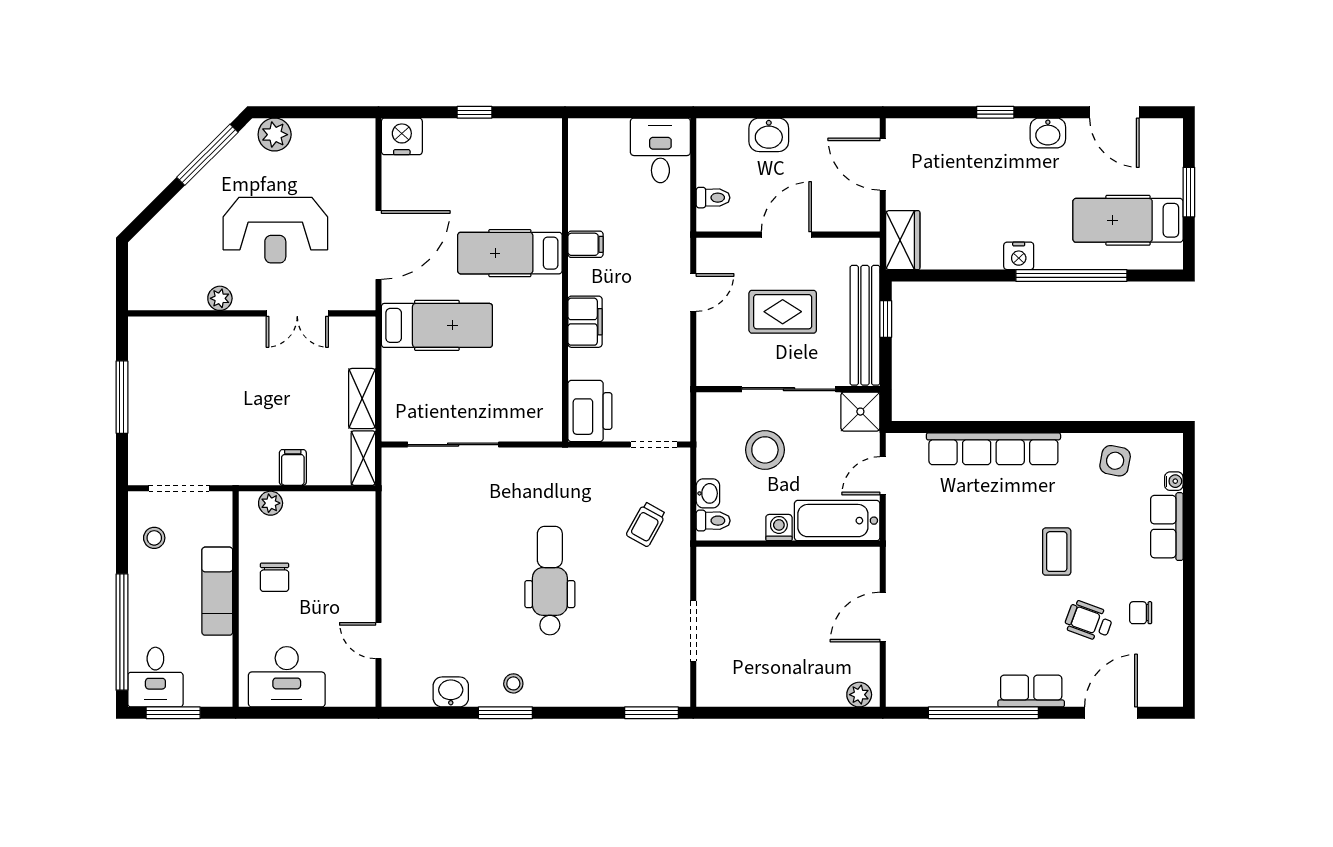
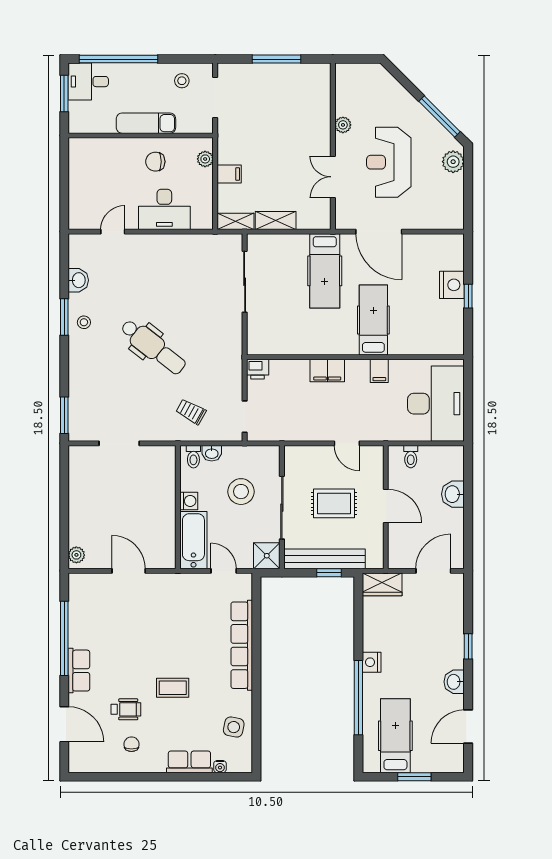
nightstand: (402, 136) -> (452, 285), moved
desk: (660, 150) -> (436, 404), width x1.87, depth x1.30
rug: (783, 312) -> (334, 503), turned 90
printer: (590, 411) -> (258, 369), width x0.53, depth x0.68
dental chair: (550, 581) -> (153, 347), turned 38
wheelchair: (1089, 621) -> (126, 709), turned 70
desk: (287, 677) -> (164, 209), moved, turned -90

